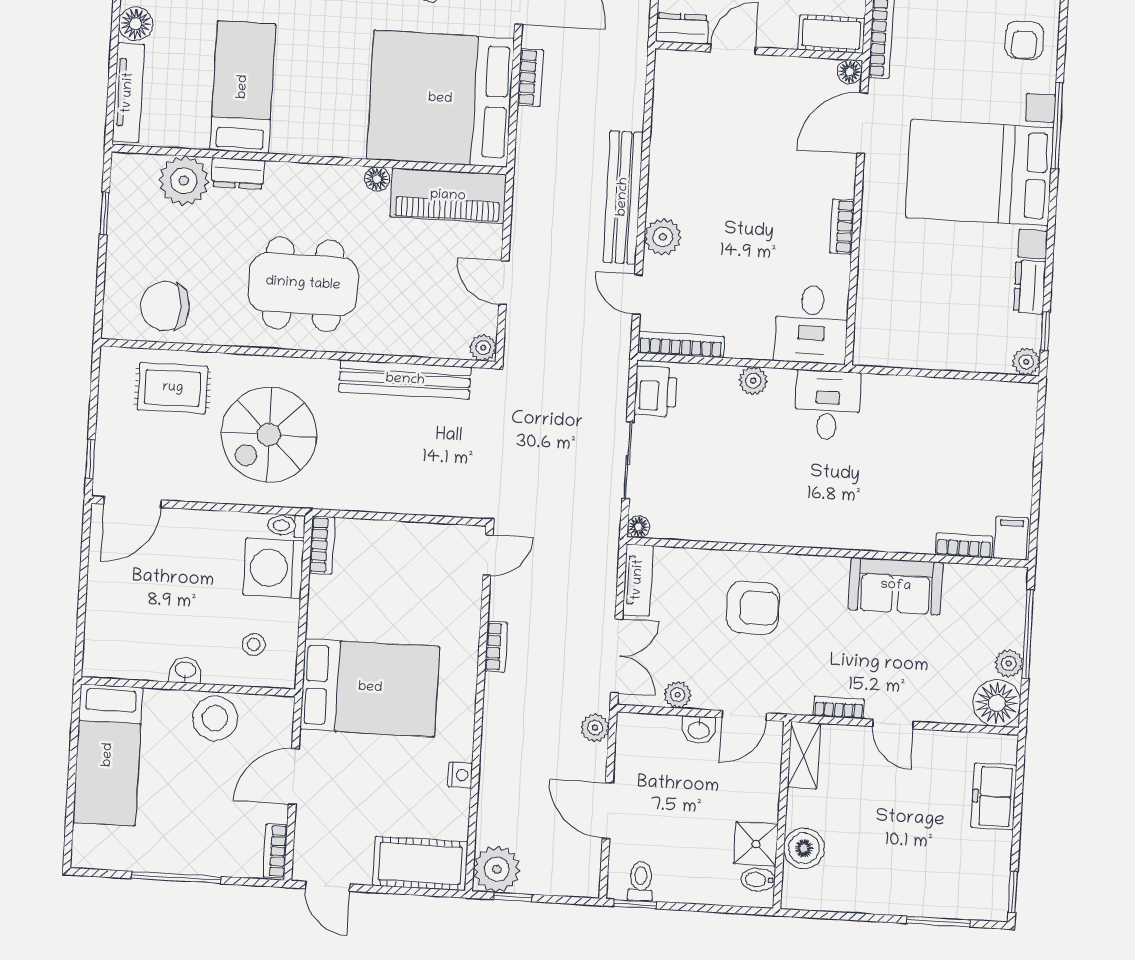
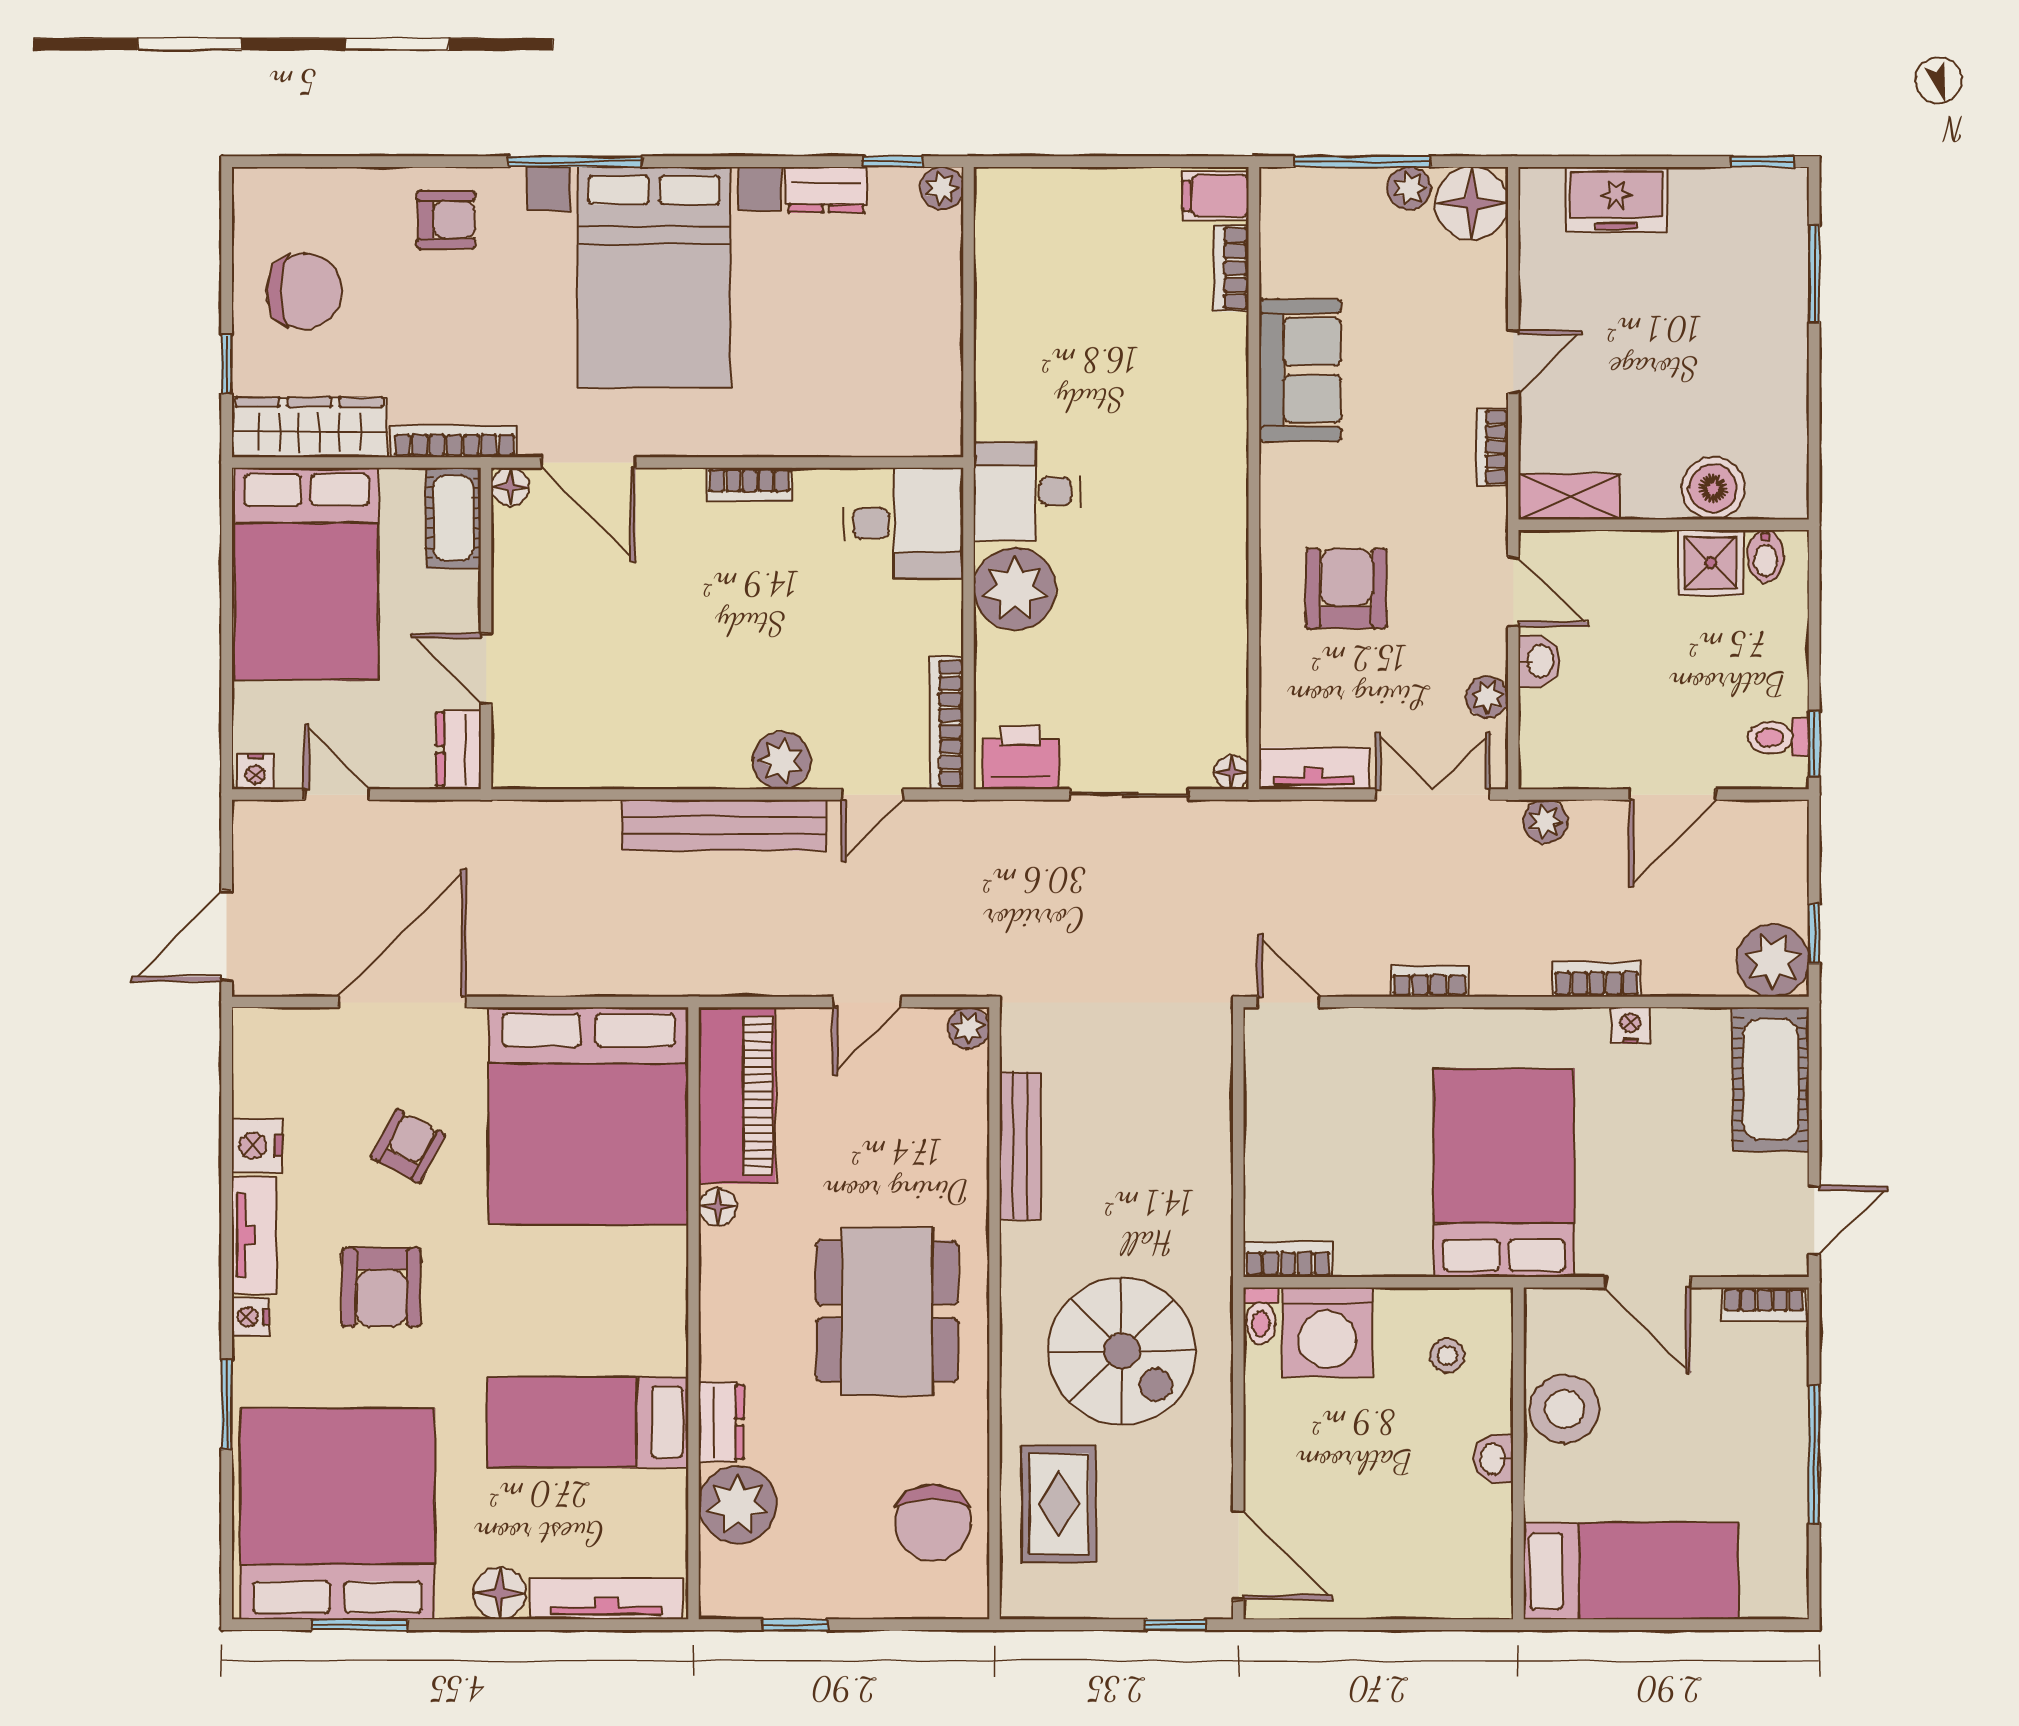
bookcase: (530, 77) -> (1597, 979), moved
bench: (405, 380) -> (1020, 1146), width x0.73, depth x0.82
plant: (753, 381) -> (1015, 589), width x1.88, depth x1.88

